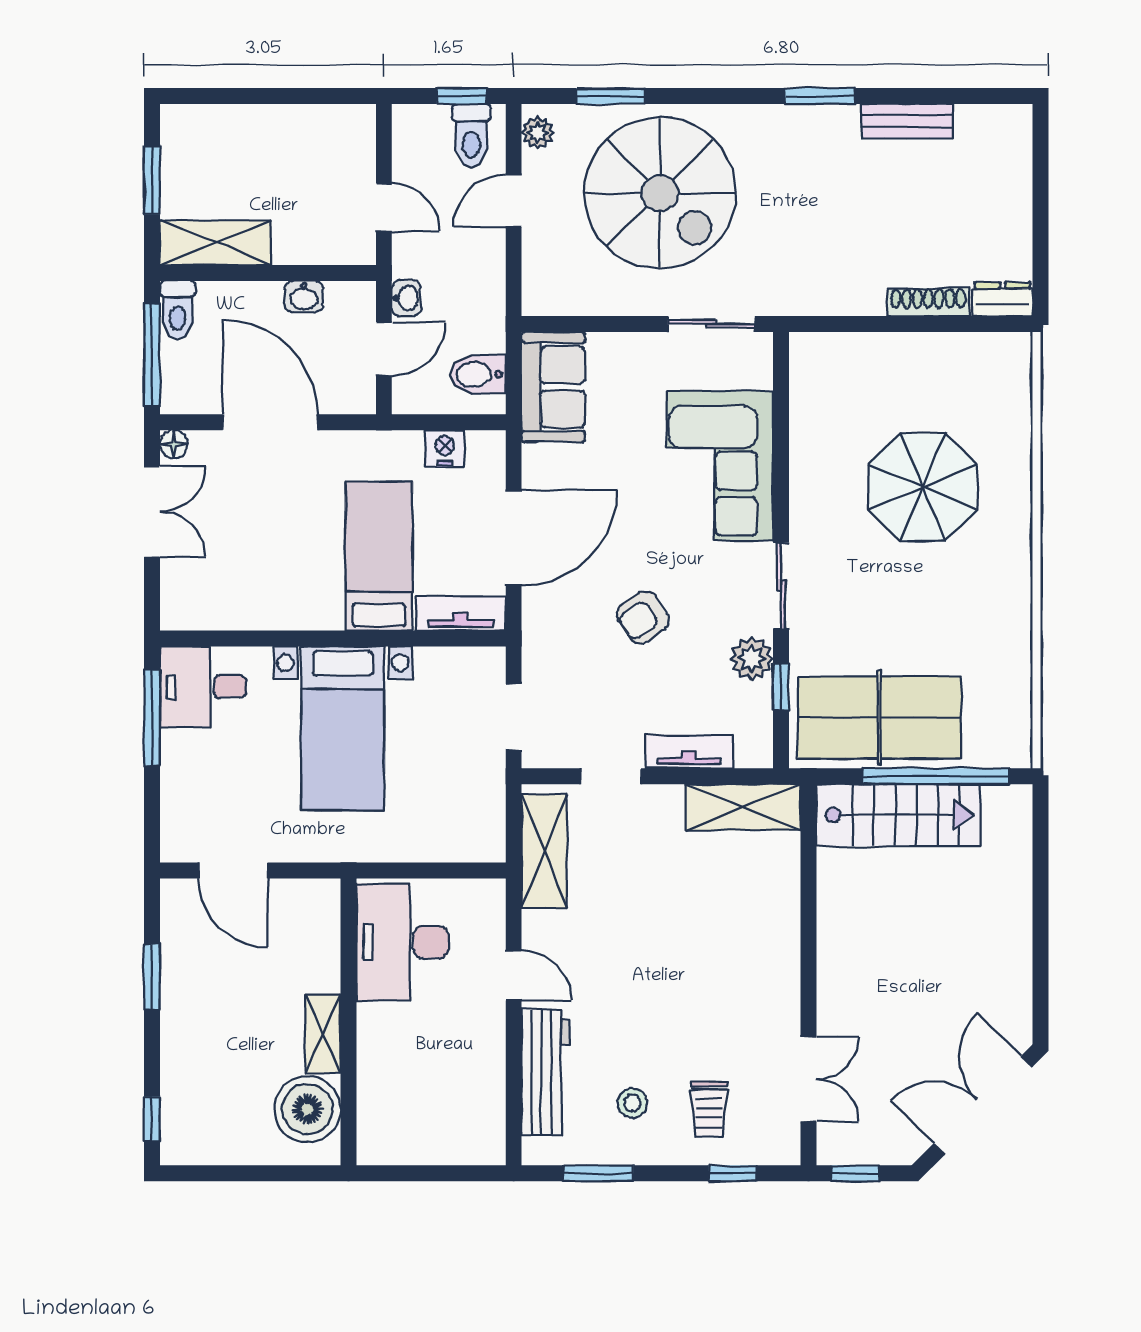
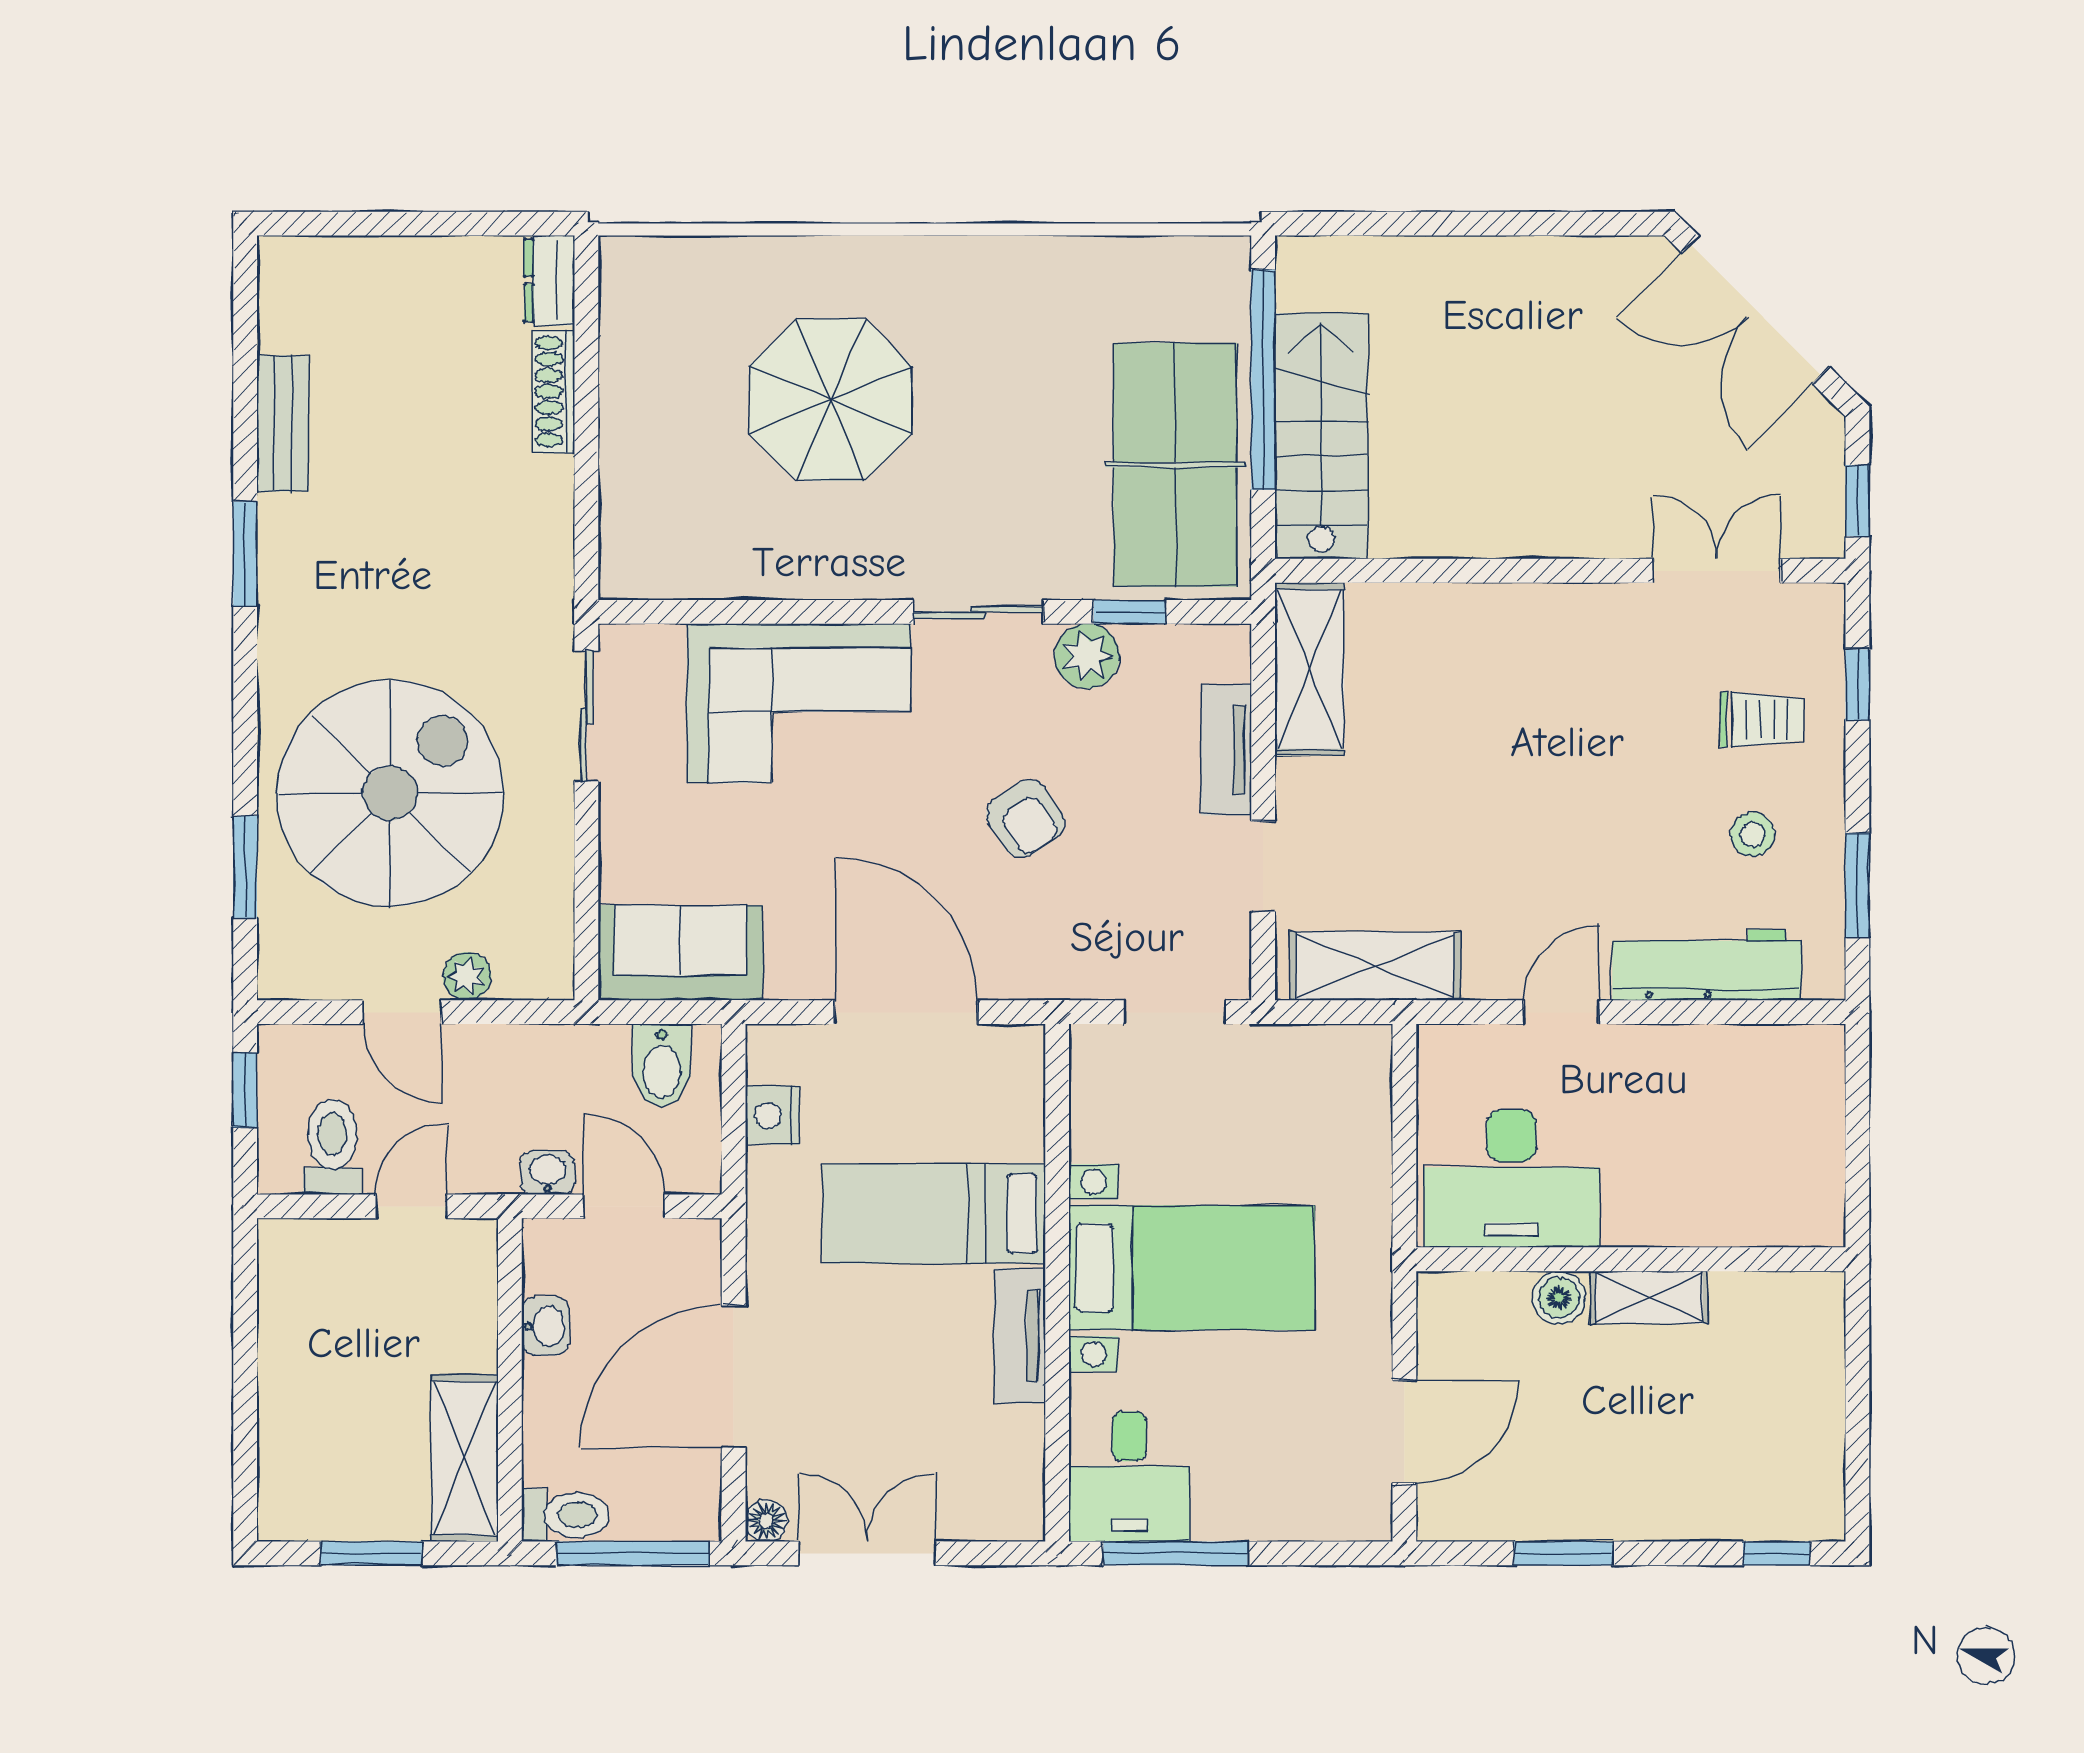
plant: (538, 133) -> (467, 976), moved
toilet: (471, 136) -> (332, 1147), moved, turned -90
tv unit: (461, 613) -> (1020, 1336), moved
boiler: (307, 1109) -> (1559, 1298), moved, width x0.54, depth x0.54

